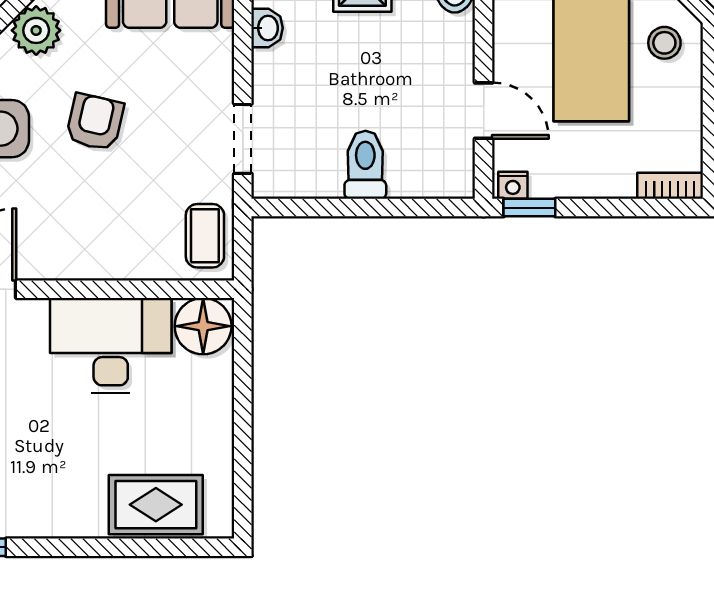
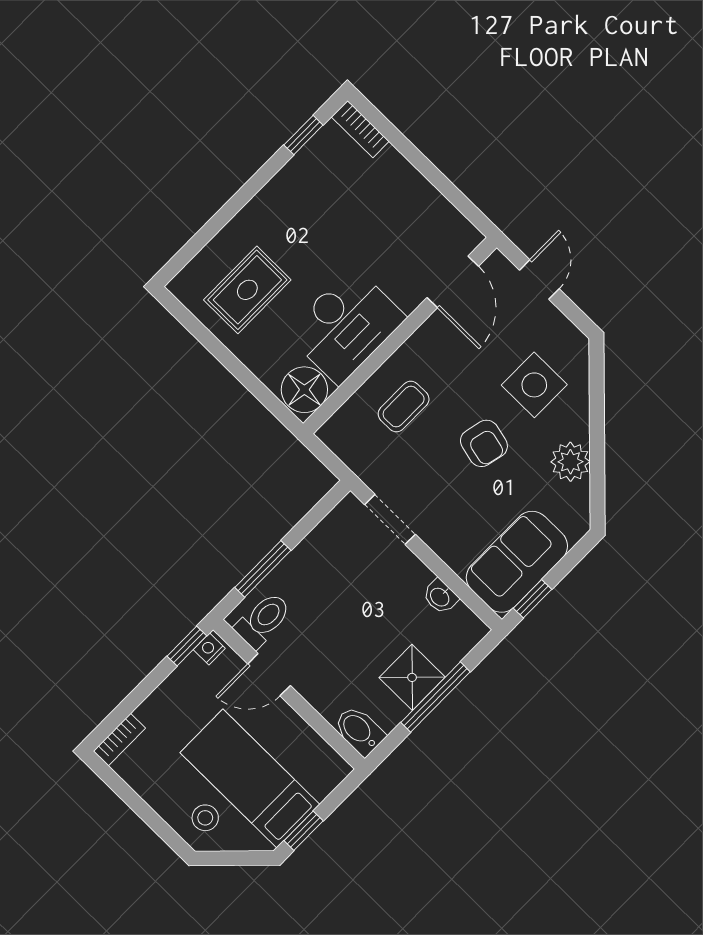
toilet: (365, 165) -> (263, 620), moved, turned -90
window: (396, 208) -> (263, 569), added
coffee table: (205, 236) -> (404, 406), moved, turned 90
rug: (156, 505) -> (247, 290), moved

